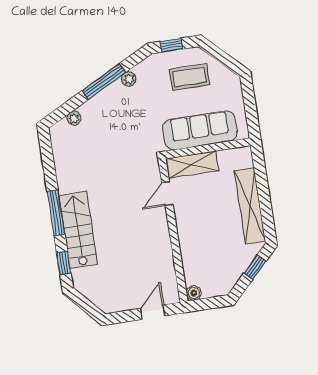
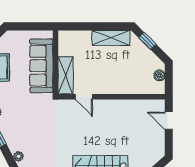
shelving: (250, 206) -> (111, 38), width x0.68
boiler: (194, 293) -> (159, 75), moved

